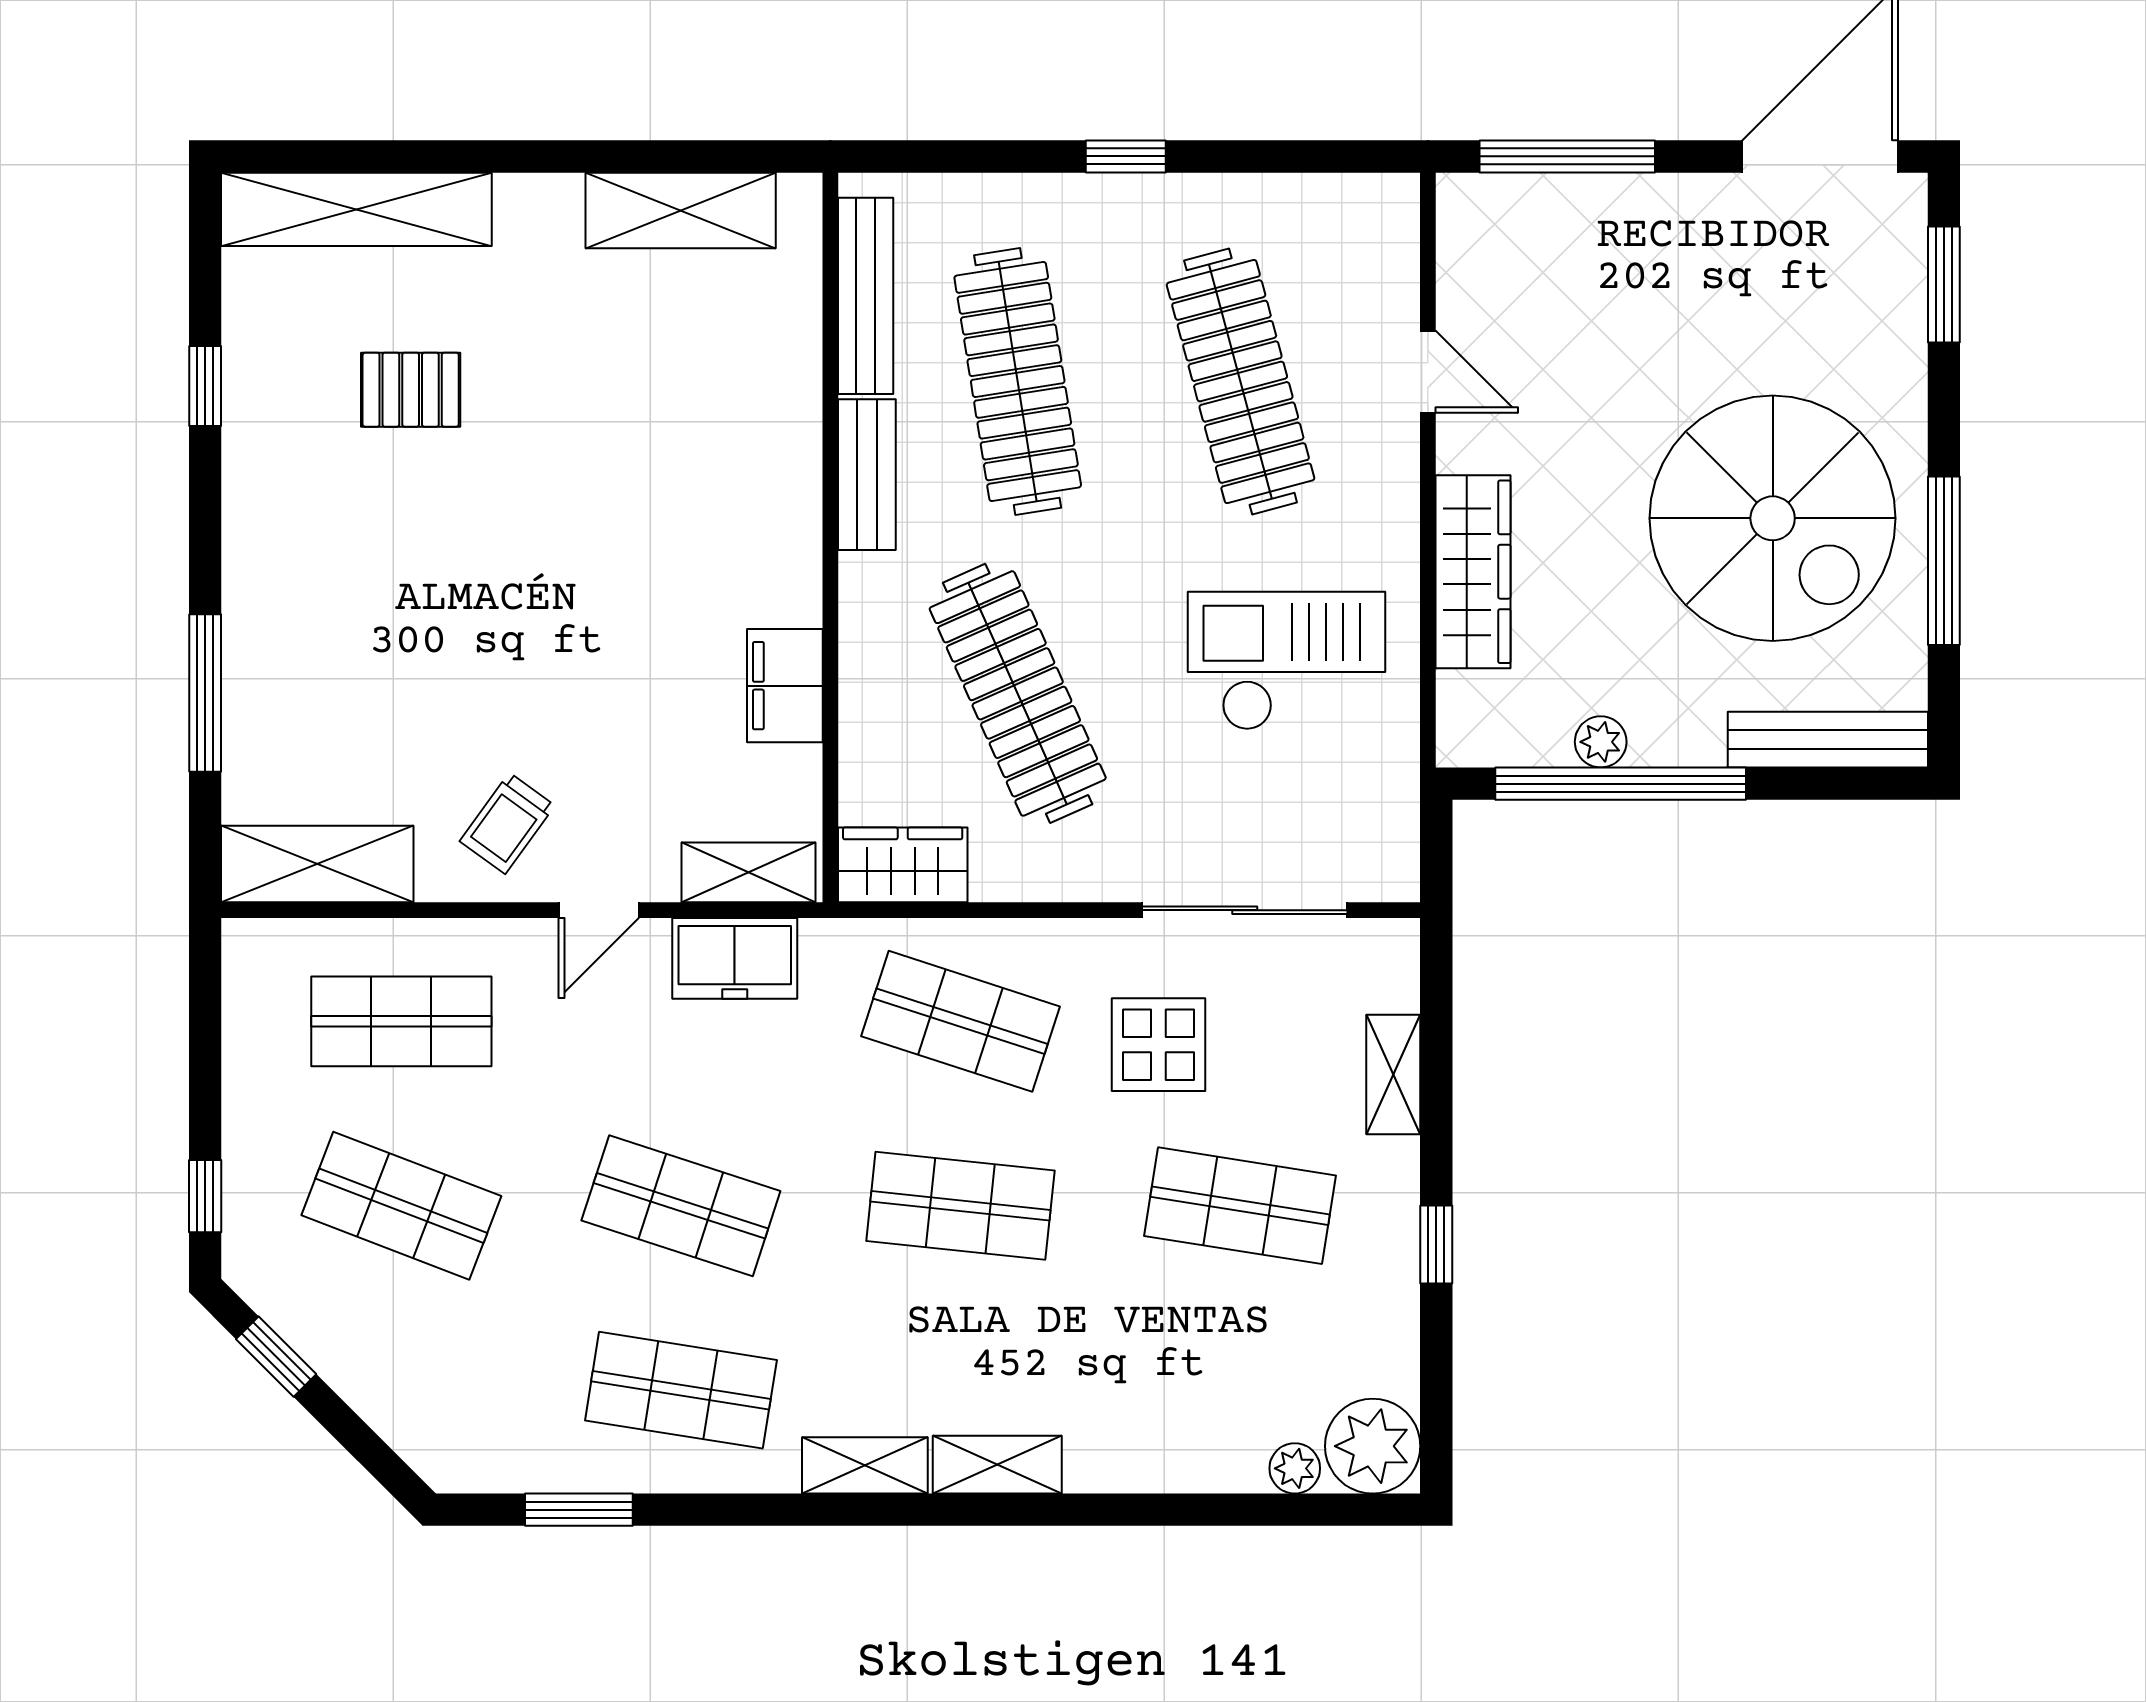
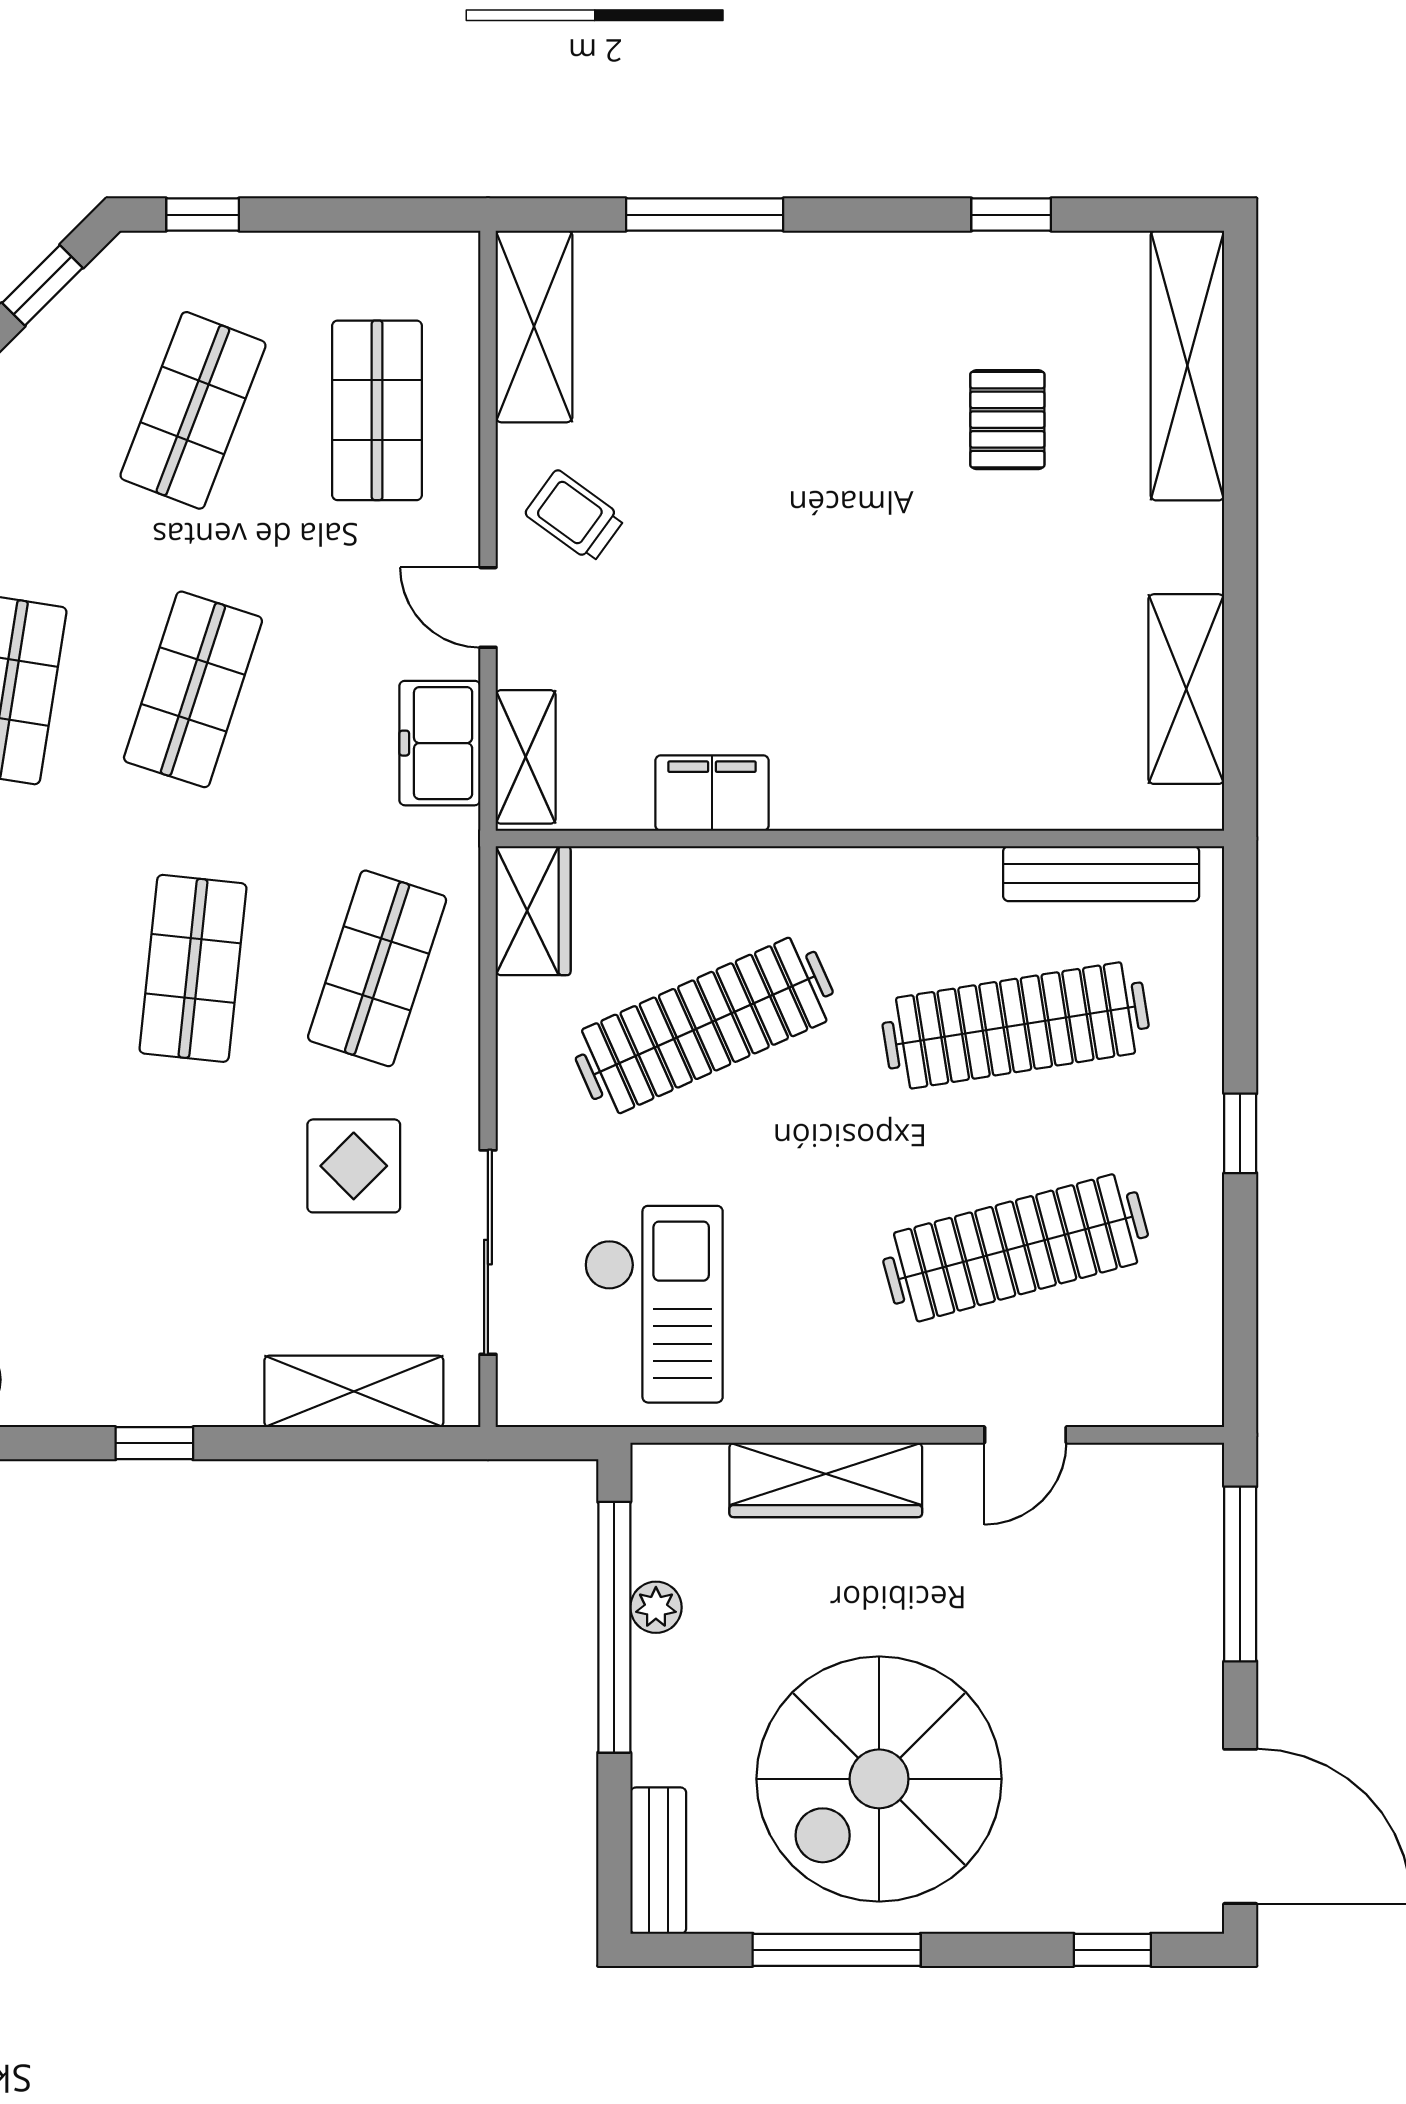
window: (1944, 285) -> (1112, 1950), width x0.67
bench: (867, 475) -> (923, 875), removed
checkout: (1287, 661) -> (653, 1304), moved
bench: (1828, 740) -> (658, 1861), width x0.73
shelving: (1393, 1074) -> (354, 1391), width x1.50, depth x1.33
shop shelf: (1240, 1206) -> (193, 1247), removed

